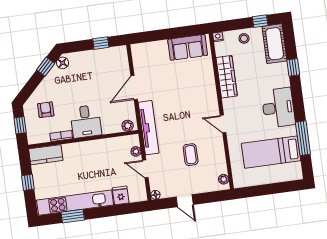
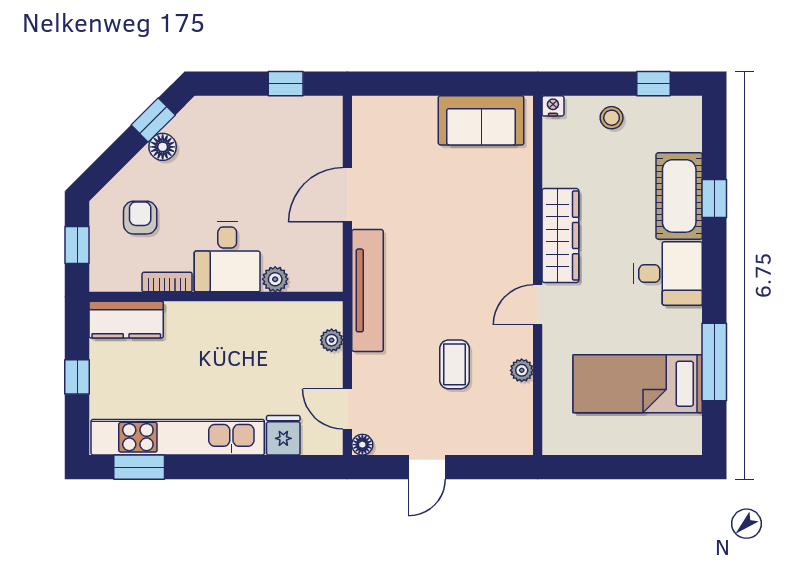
cot: (275, 44) -> (679, 196), moved
floor lamp: (63, 63) -> (163, 147), moved
wardrobe: (227, 77) -> (560, 235), moved
desk: (278, 108) -> (668, 274), width x0.73
door: (223, 124) -> (538, 305), hinge flipped
plant: (128, 126) -> (275, 279), moved
door: (145, 169) -> (347, 409), moved
plant: (224, 179) -> (522, 370), moved
door: (185, 201) -> (427, 467), hinge flipped
window: (73, 216) -> (139, 467), moved

